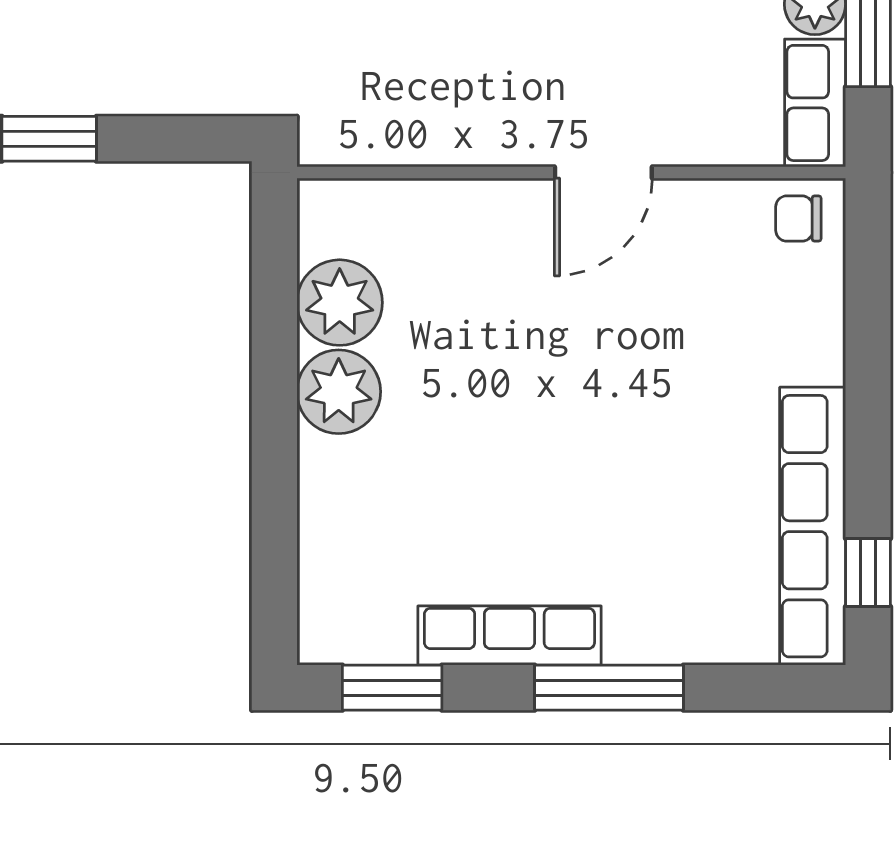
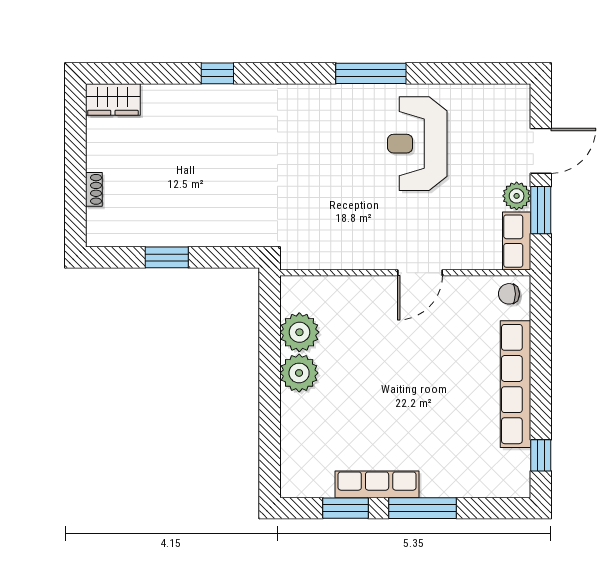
row of seats: (813, 526) -> (515, 384), moved
window: (392, 688) -> (345, 508), moved

